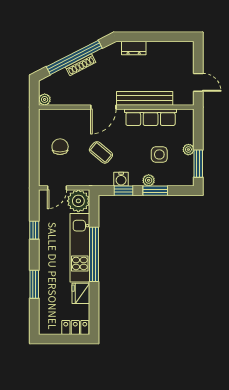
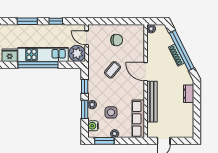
row of seats: (151, 117) -> (138, 119), moved
water cooler: (121, 179) -> (93, 126), moved
window: (34, 284) -> (27, 21), moved

